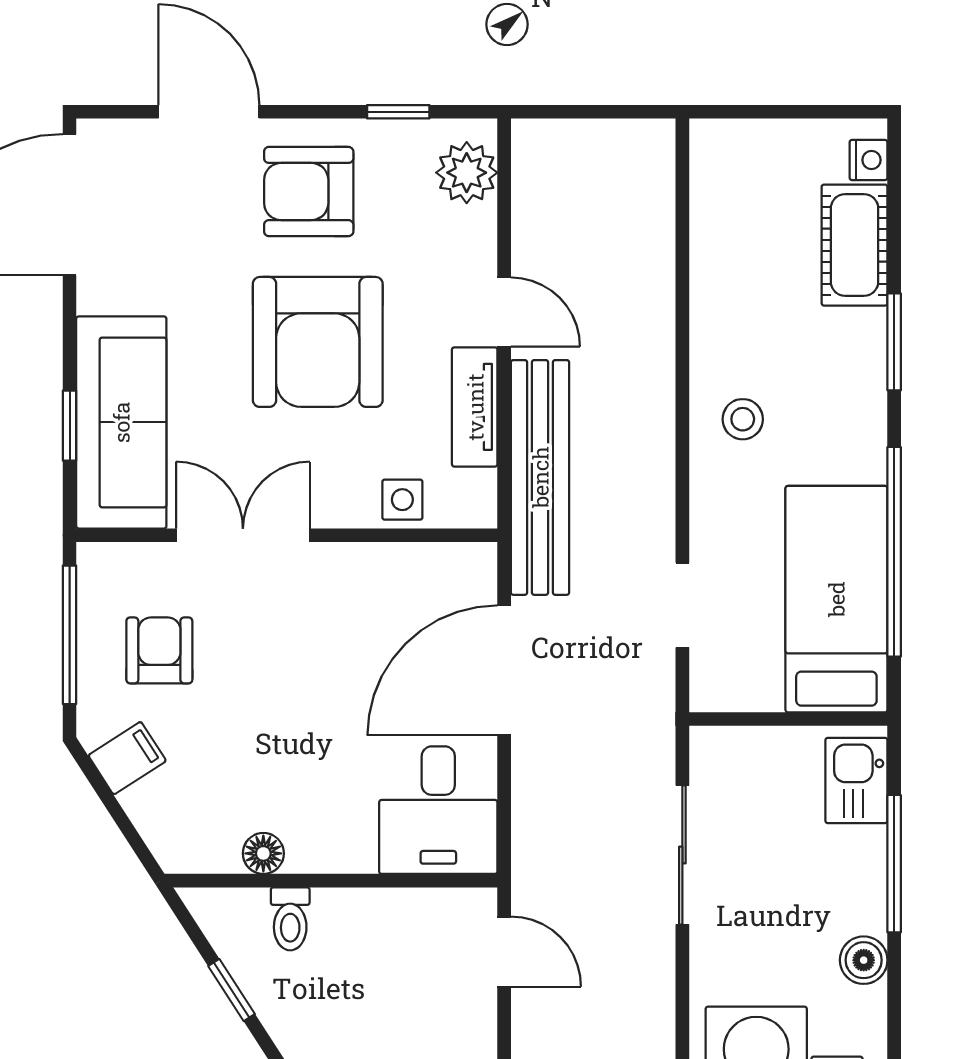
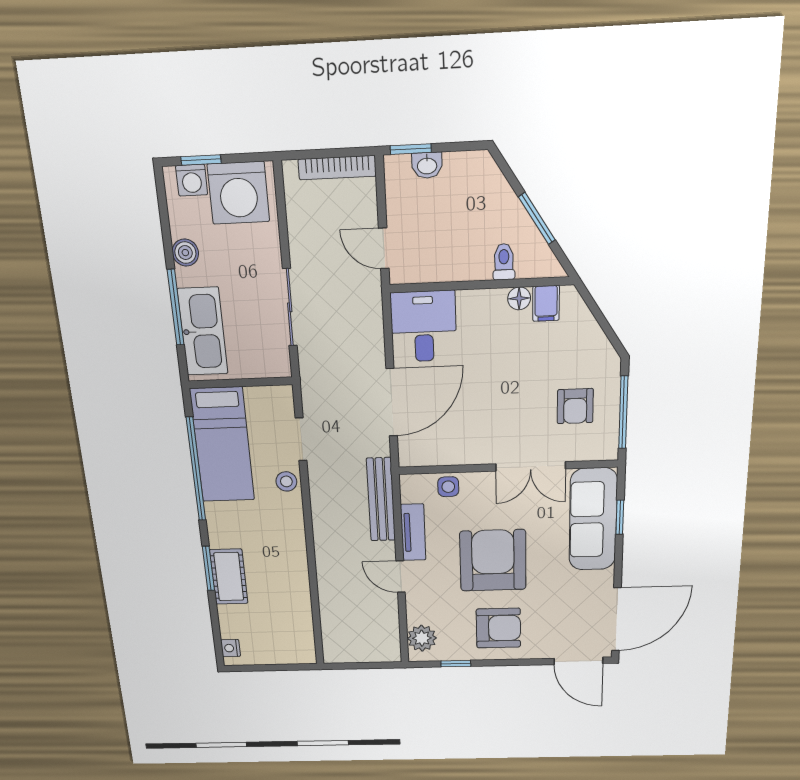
door: (209, 112) -> (578, 661), moved
cot: (855, 245) -> (229, 577), moved
stool: (743, 419) -> (286, 481), moved
bench: (540, 477) -> (381, 500), width x0.73, depth x0.82
filing cabinet: (127, 758) -> (546, 303), moved, turned -57
kitchen sink: (856, 780) -> (203, 331), width x1.88, depth x1.24
window: (232, 990) -> (537, 219), width x1.50

